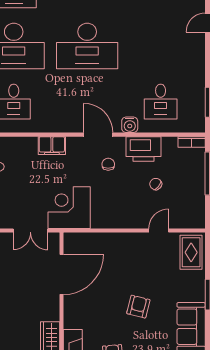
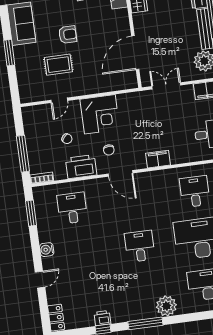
desk: (87, 46) -> (140, 246), width x0.53, depth x0.77
water cooler: (130, 125) -> (47, 250), moved, turned -90
corner desk: (69, 208) -> (100, 114), moved
rug: (191, 252) -> (58, 65), moved, turned 90
armchair: (138, 307) -> (68, 35), turned -104

